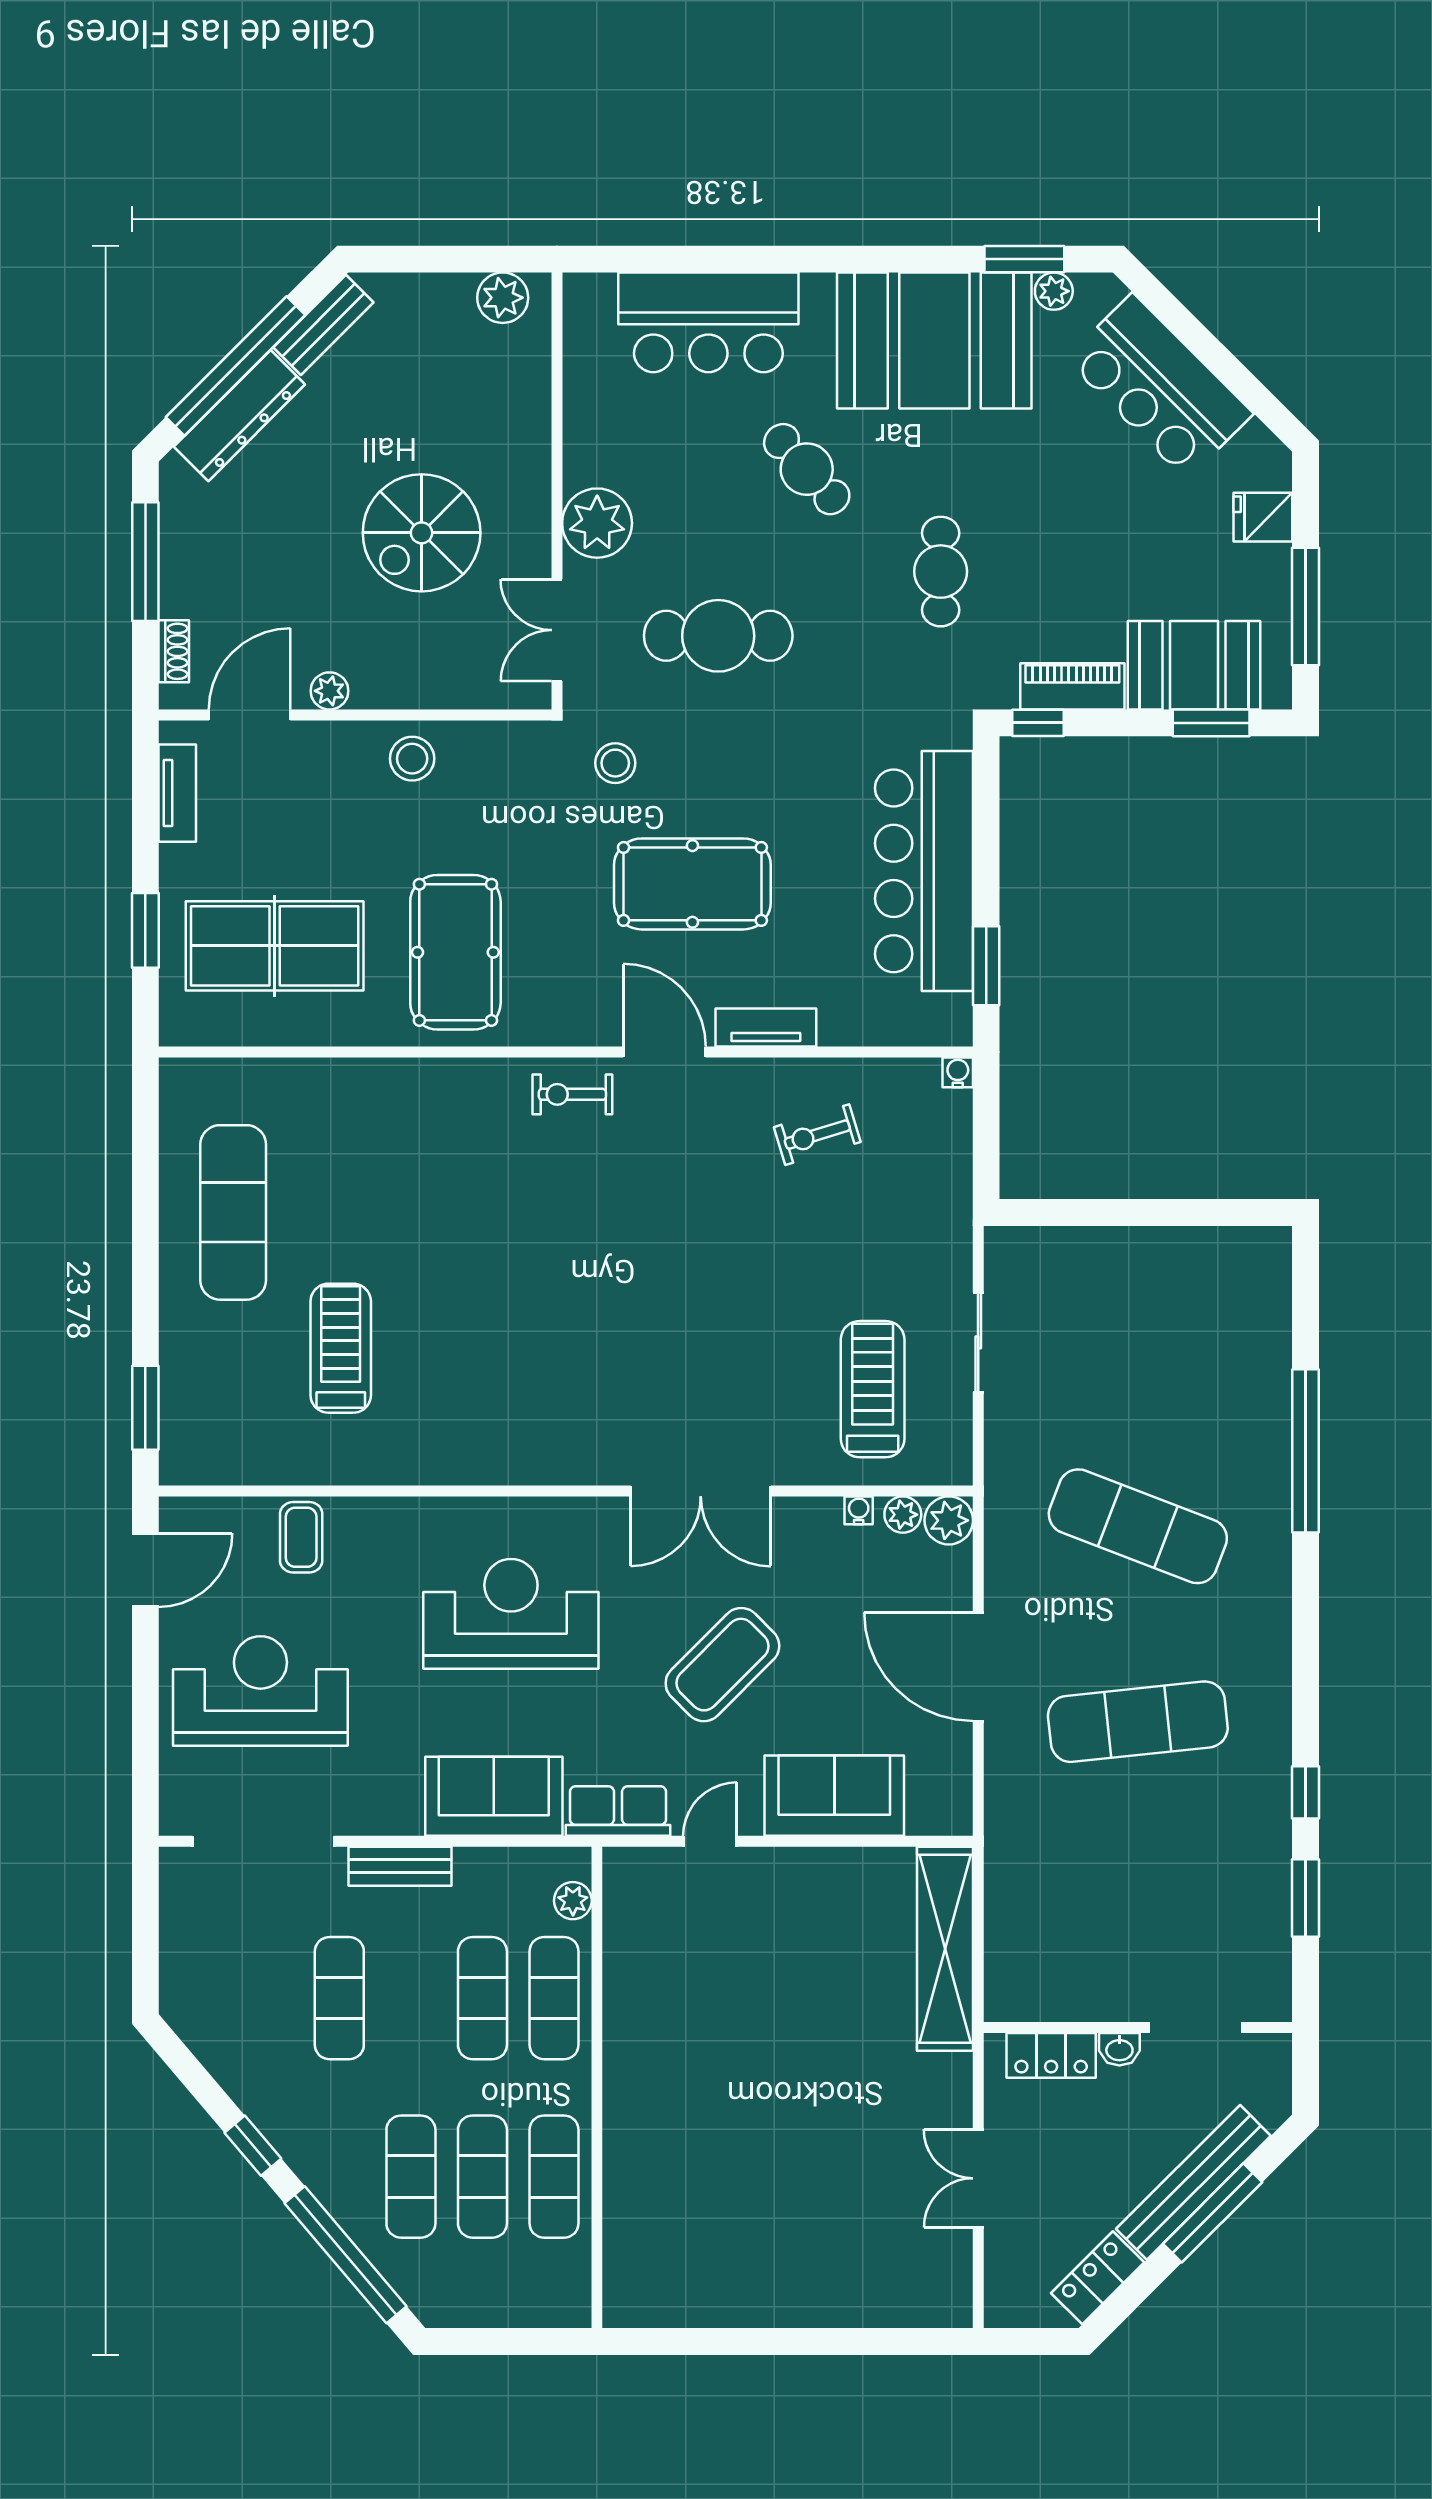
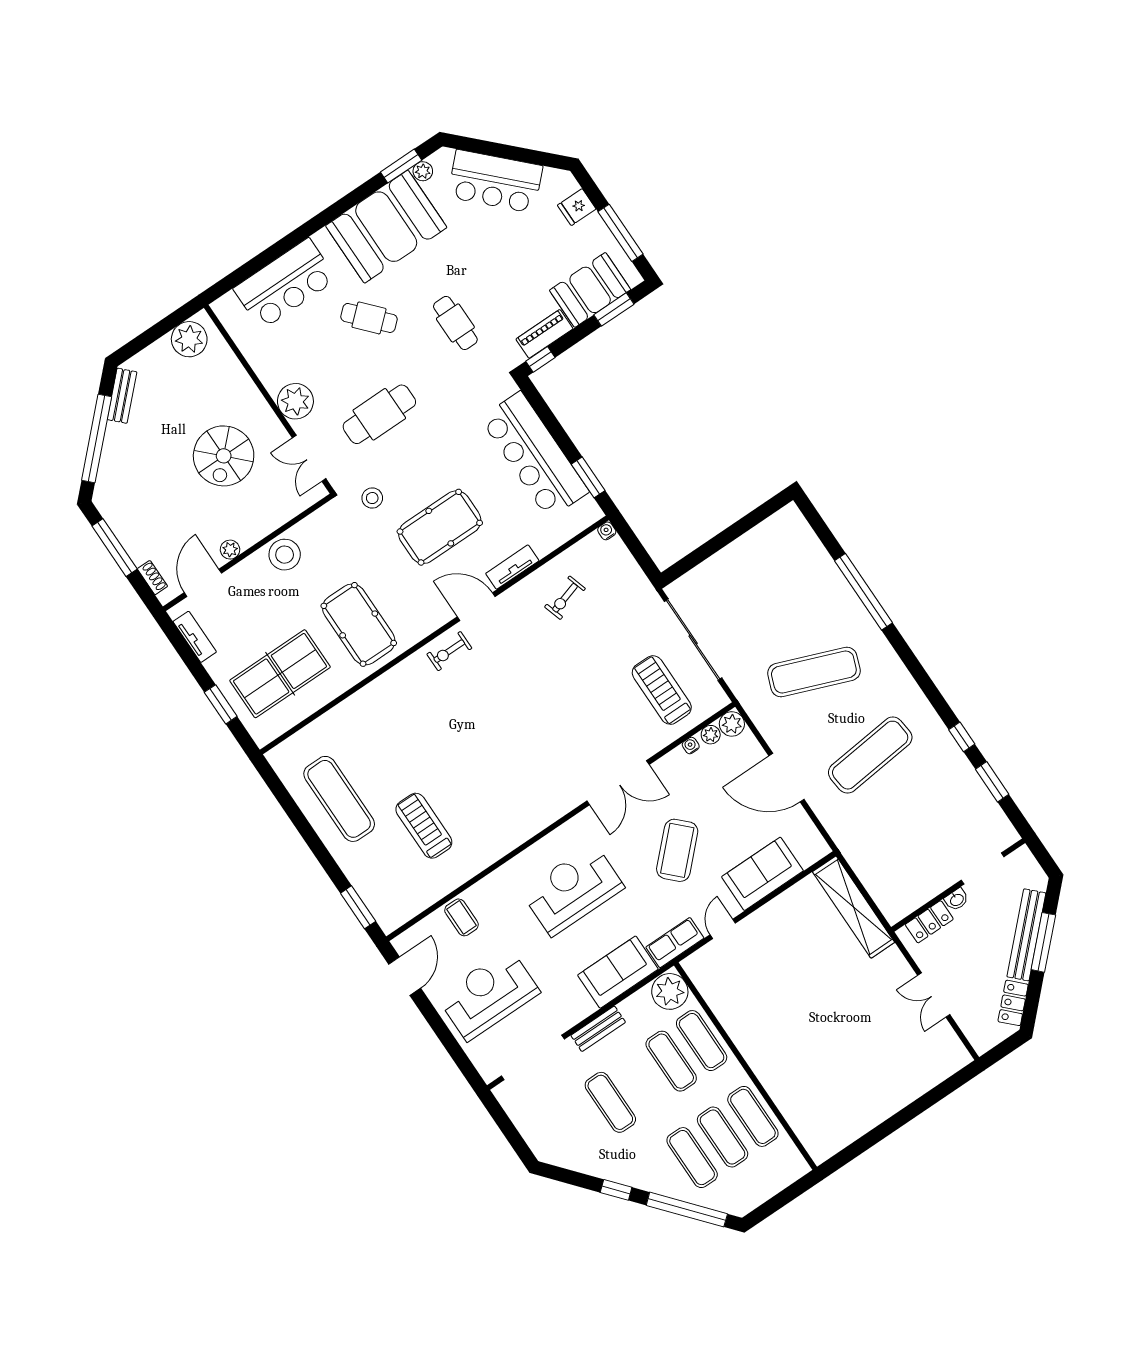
plant: (503, 298) -> (189, 339), width x1.36, depth x1.36
dresser: (239, 416) -> (112, 458), removed
stool: (412, 759) -> (285, 555), width x1.38, depth x1.38
sliding door: (978, 1342) -> (693, 640), width x1.86
plant: (573, 1901) -> (670, 991), width x1.87, depth x1.87

